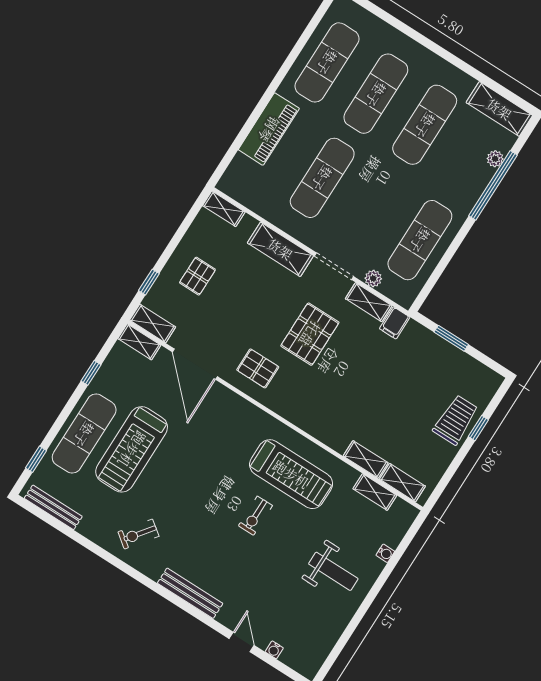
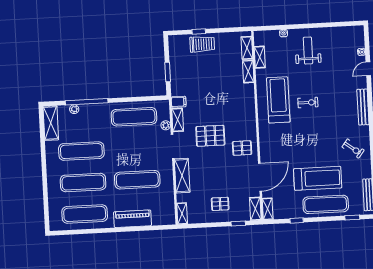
pallet: (258, 368) -> (242, 148), turned 90
trolley: (456, 420) -> (202, 44), turned 180

